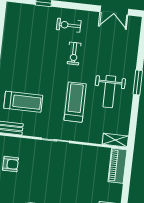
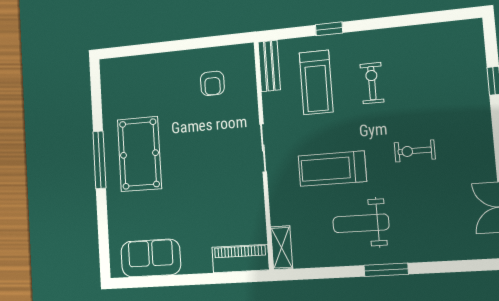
exercise bike: (69, 25) -> (372, 83), moved
treadmill: (75, 102) -> (332, 169), turned 180

